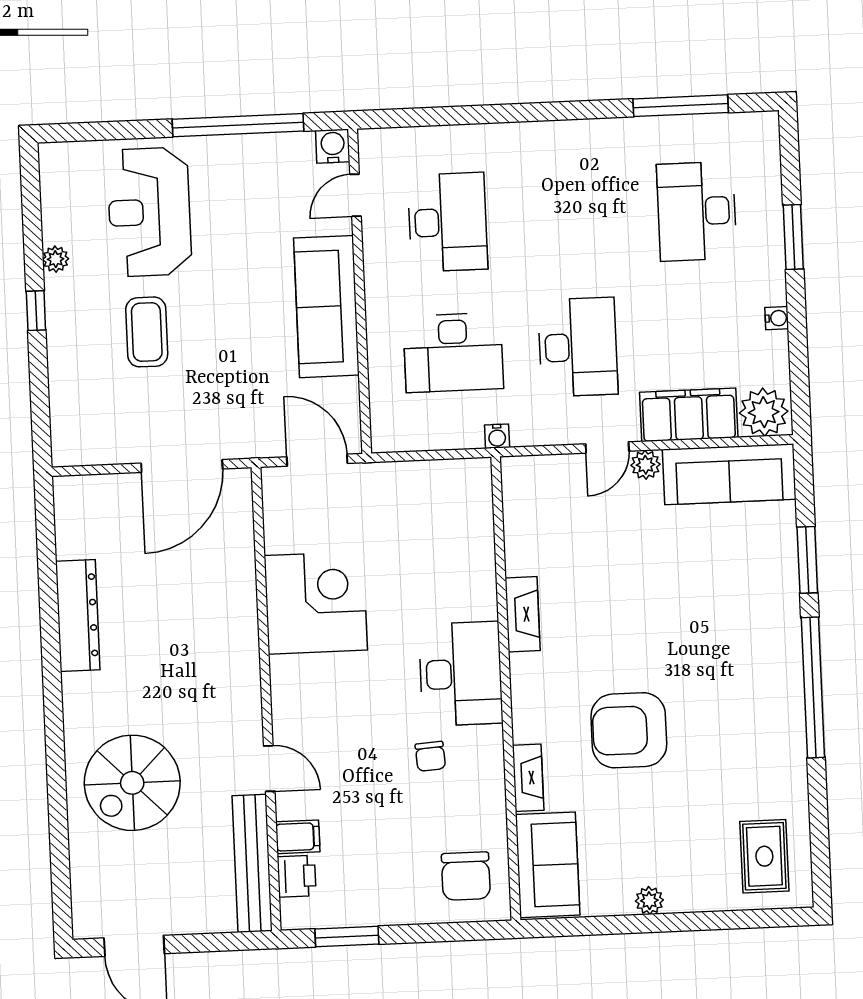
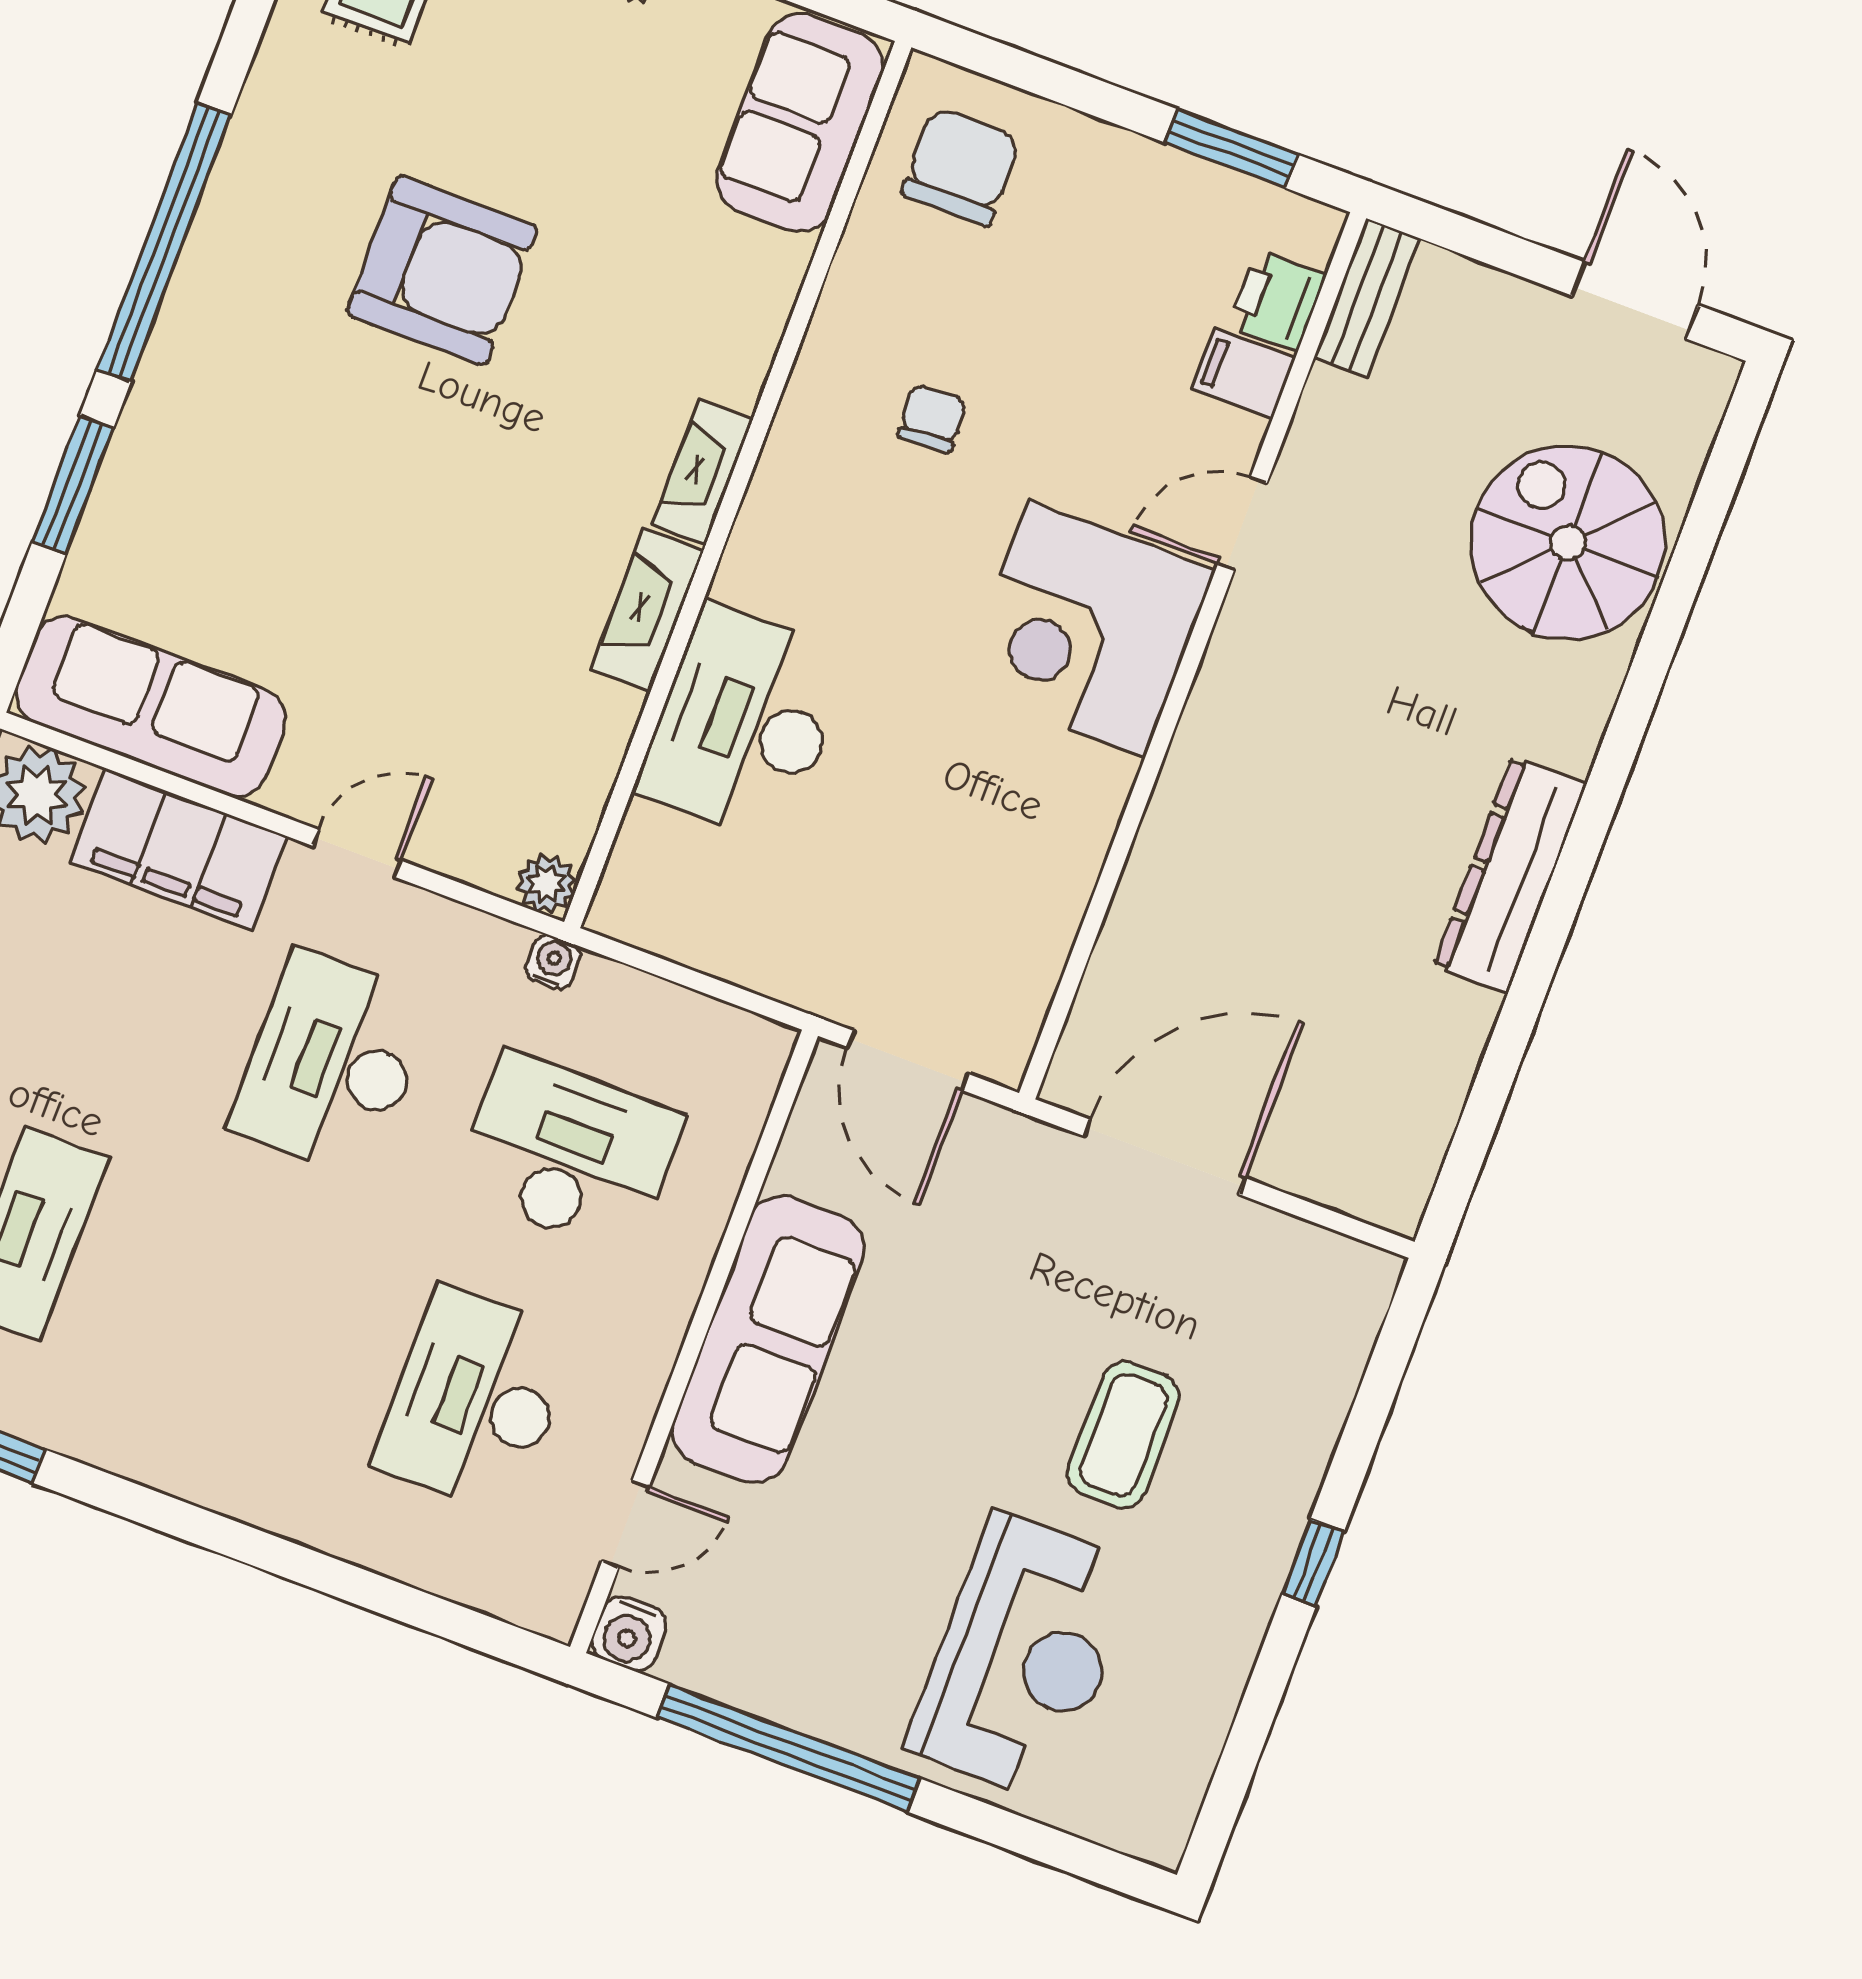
plant: (56, 259) -> (1236, 1643), removed
plant: (646, 465) -> (547, 884), moved
corner desk: (316, 603) -> (1087, 629), moved
dresser: (78, 615) -> (1510, 875), moved
desk: (461, 674) -> (744, 724), moved
armchair: (629, 730) -> (442, 270), moved
door: (269, 768) -> (1242, 524), hinge flipped
fireplace: (528, 778) -> (703, 472), moved
spiral stairs: (132, 783) -> (1568, 543), moved, turned -90
bench: (252, 863) -> (1367, 298), width x0.54, depth x0.82

